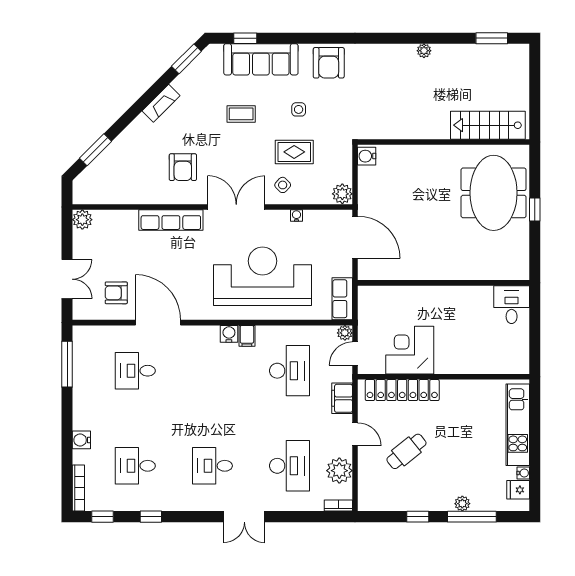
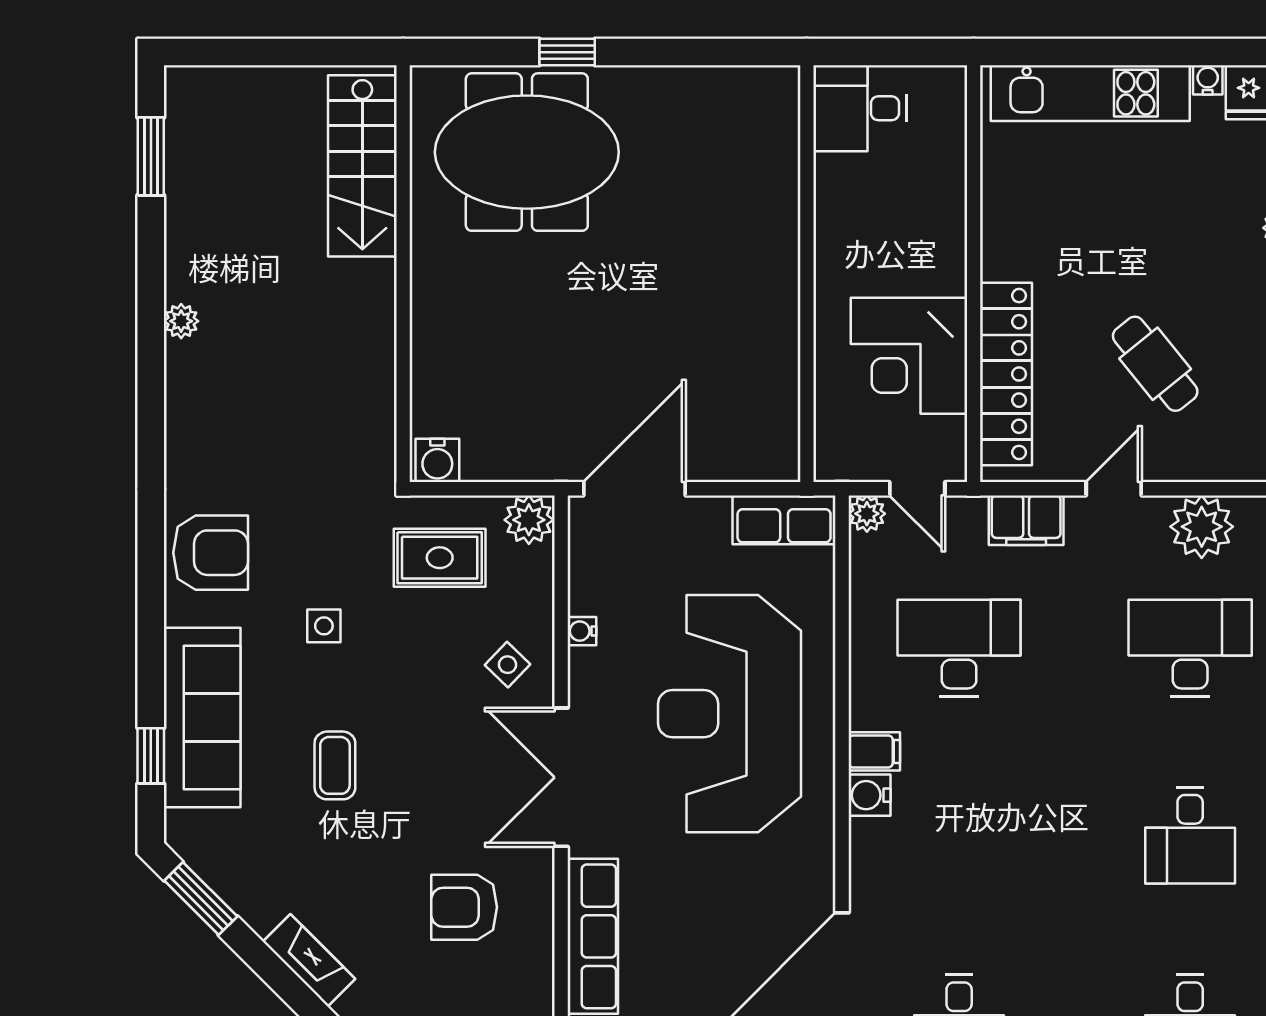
rug: (294, 152) -> (440, 558), moved, turned 90
armchair: (183, 167) -> (464, 907), turned 180
wall: (443, 283) -> (807, 274), moved
desk: (512, 305) -> (860, 108), moved

